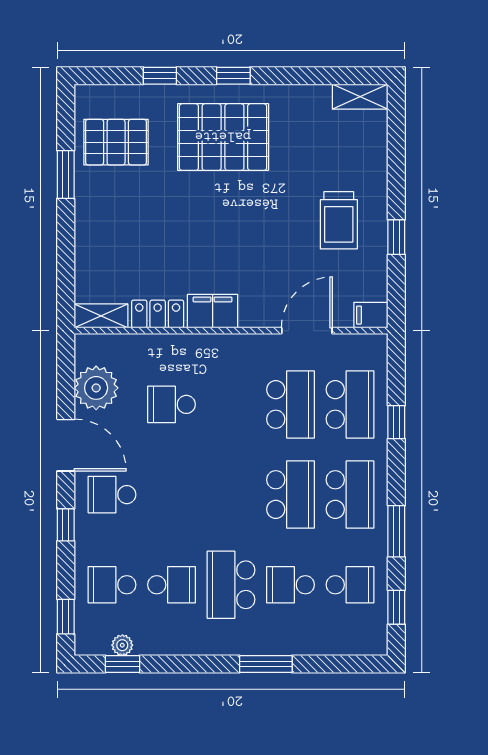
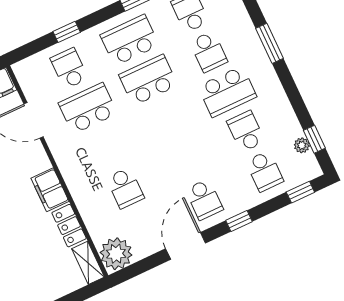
plant: (96, 388) -> (116, 254), moved
school desk: (350, 404) -> (69, 68), width x0.54

